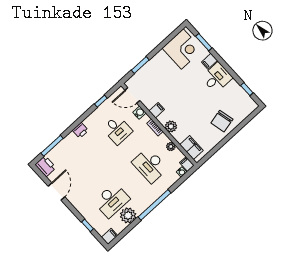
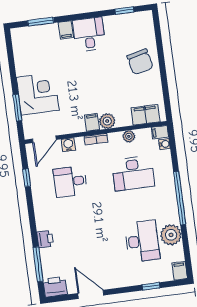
corner desk: (182, 49) -> (38, 94), moved
filing cabinet: (157, 110) -> (92, 122), moved
printer: (80, 130) -> (45, 239), moved
desk: (117, 130) -> (70, 182), turned 180

